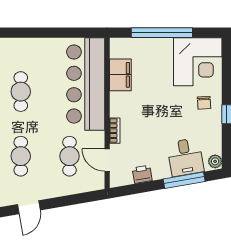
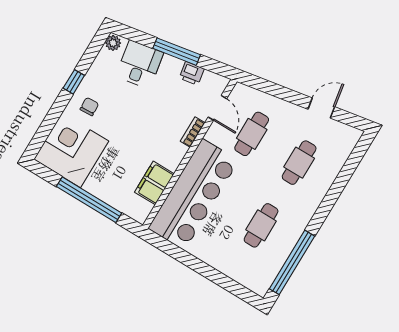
window: (184, 180) -> (177, 52), moved

